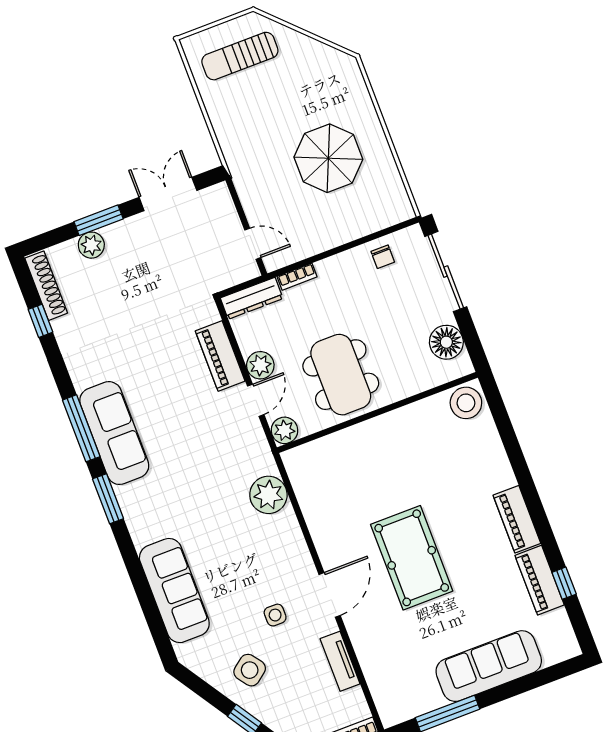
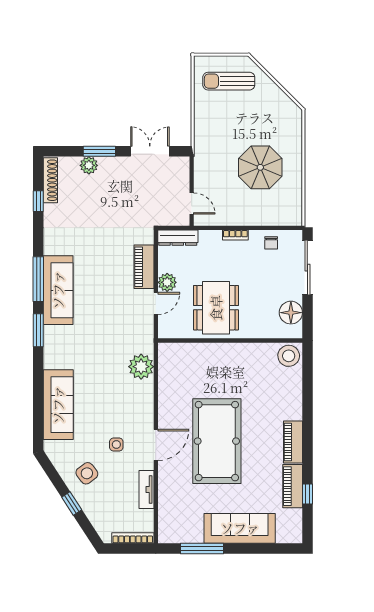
bookcase: (297, 277) -> (235, 235), moved
plant: (285, 430) -> (167, 330), removed
pool table: (412, 558) -> (217, 441), width x1.36, depth x1.32

